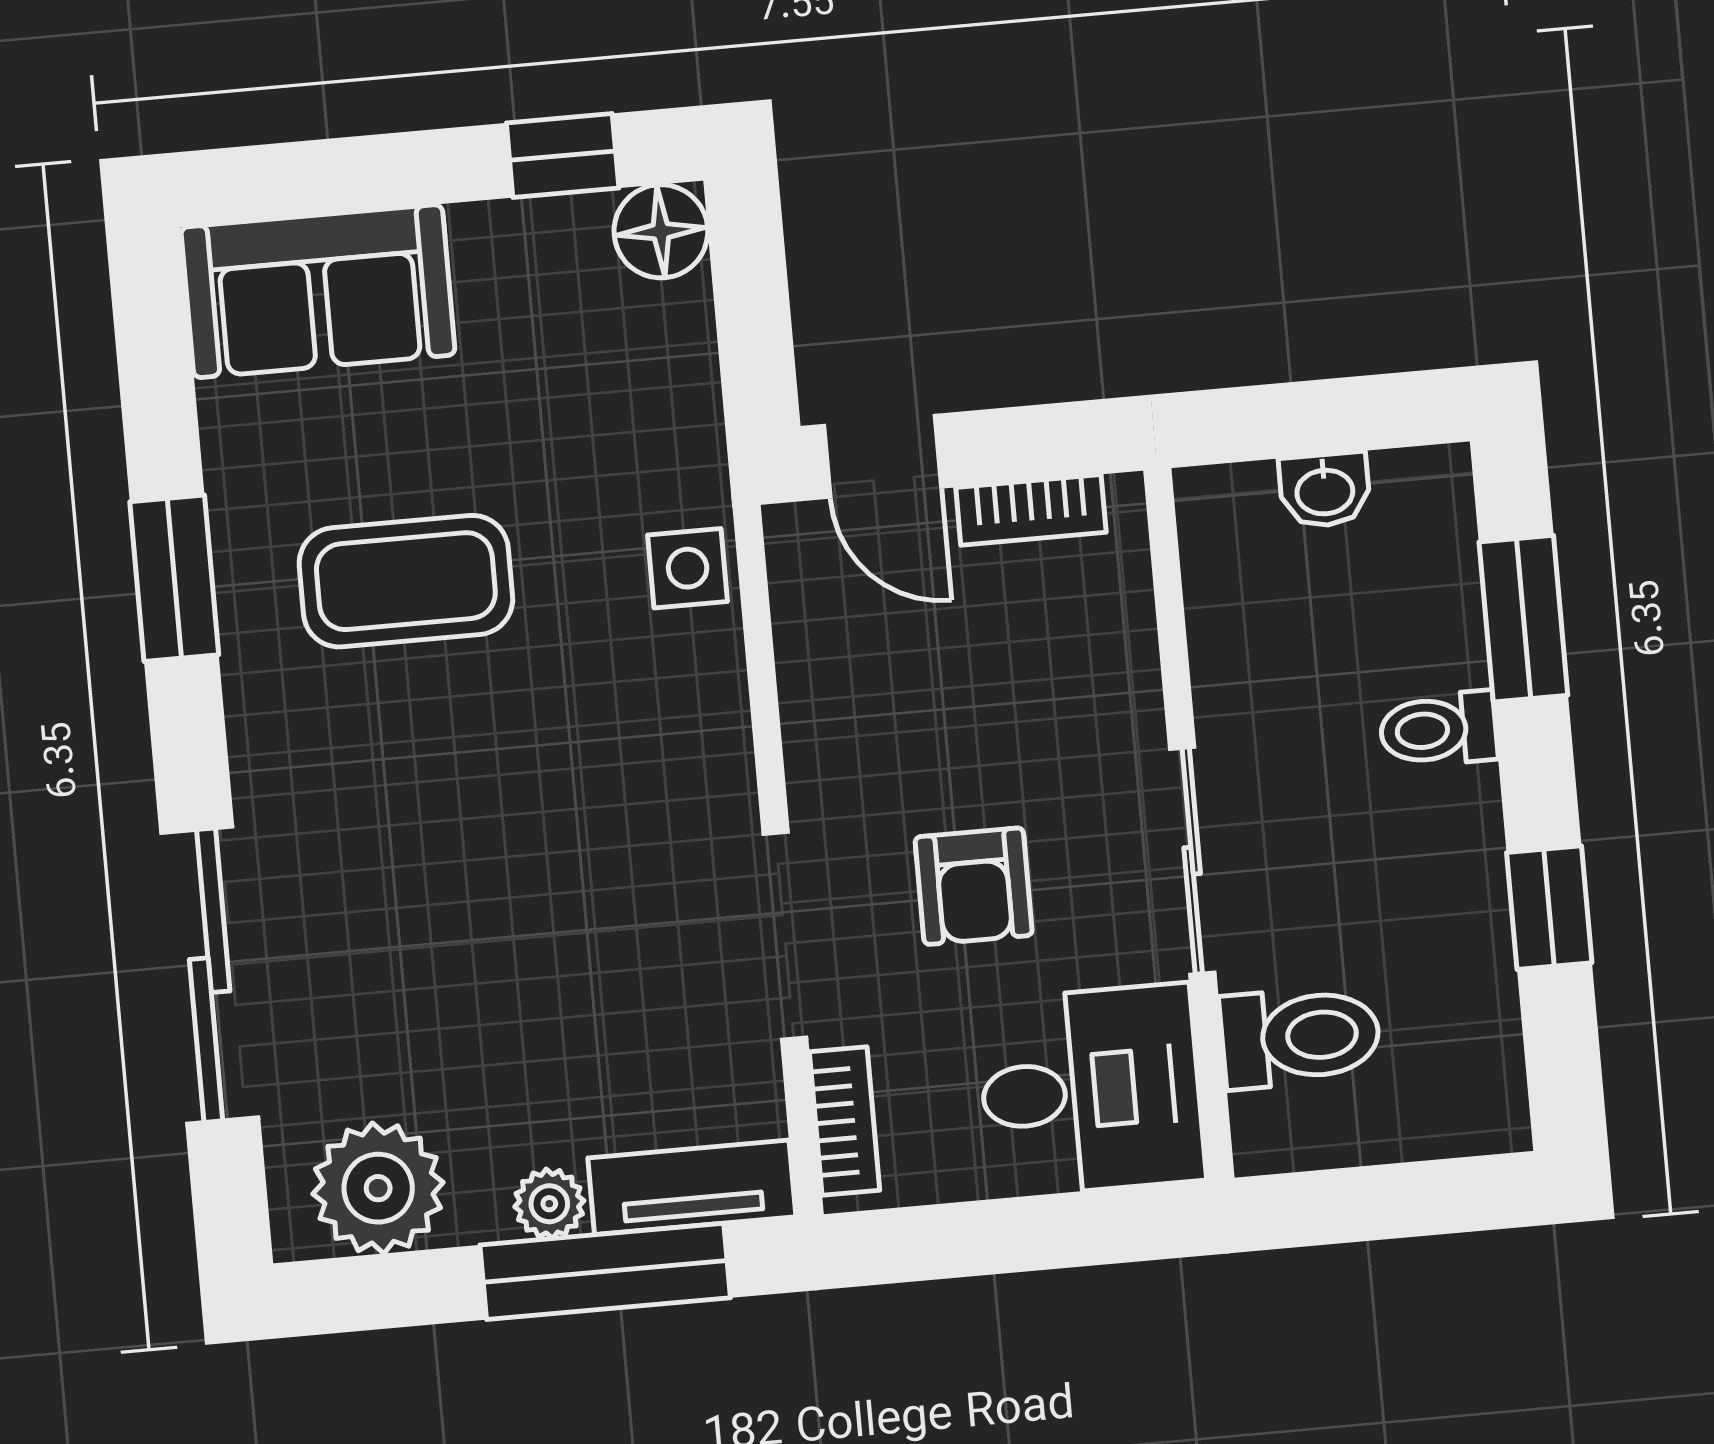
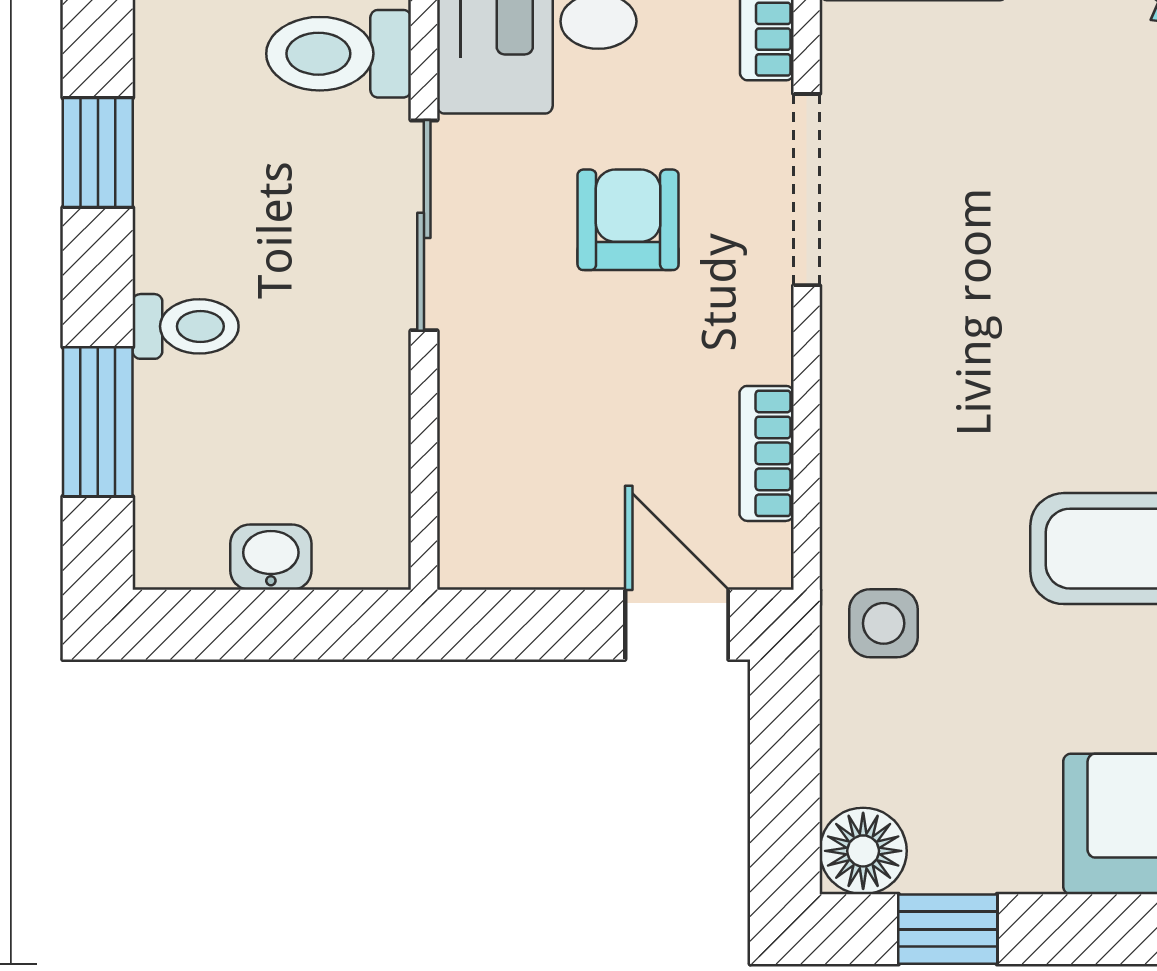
bookcase: (1031, 510) -> (767, 453), moved, turned -90
side table: (688, 568) -> (884, 623), moved

